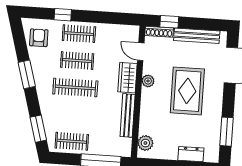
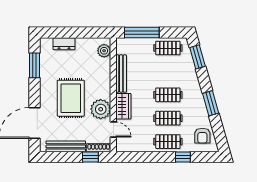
plant: (148, 81) -> (101, 109), width x1.87, depth x1.87
clothes rail: (75, 87) -> (168, 95), width x0.73

